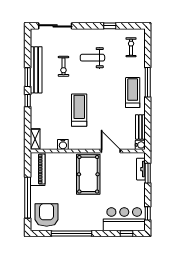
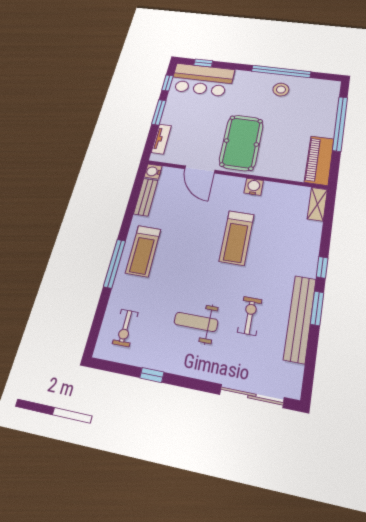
weight bench: (92, 58) -> (196, 322), turned 180
water cooler: (63, 145) -> (254, 187), moved
window: (148, 173) -> (159, 112), moved
armchair: (47, 215) -> (314, 98), removed
stool: (69, 219) -> (281, 90), added

